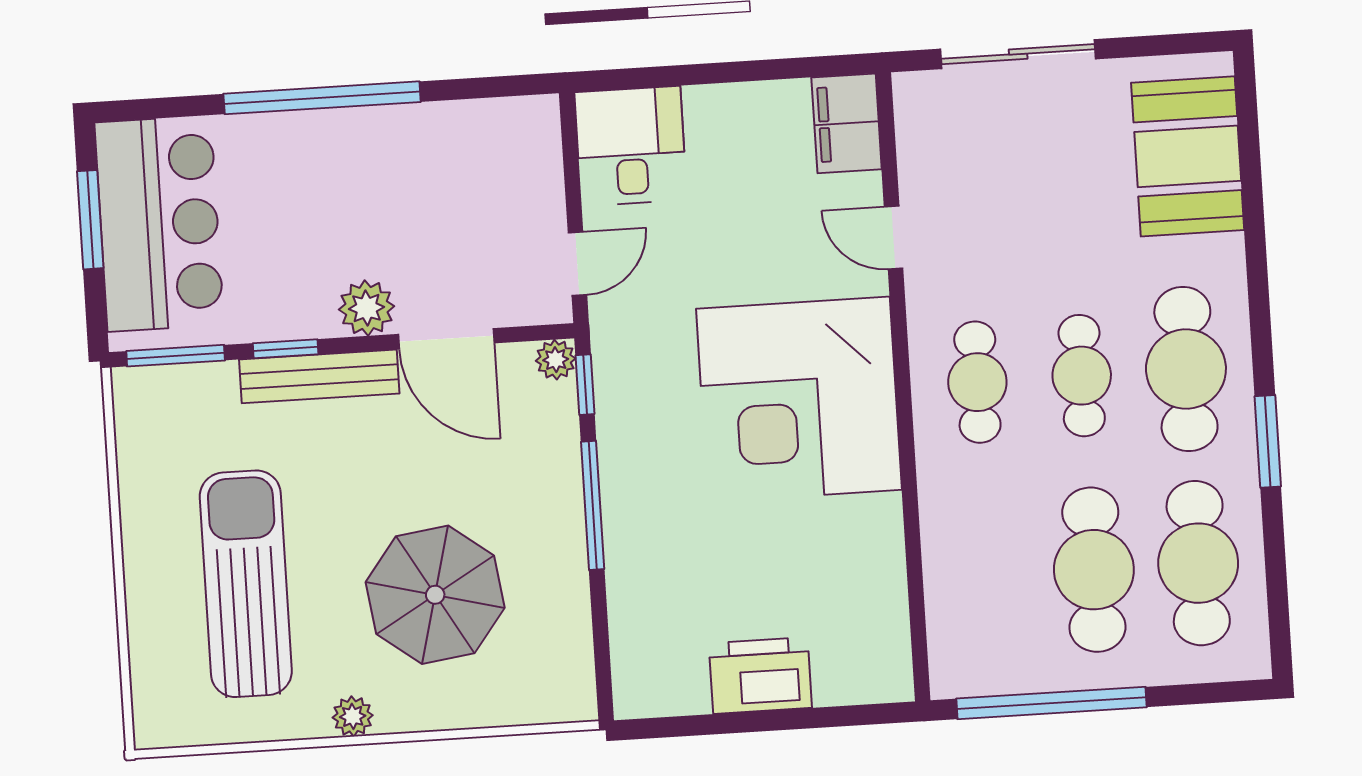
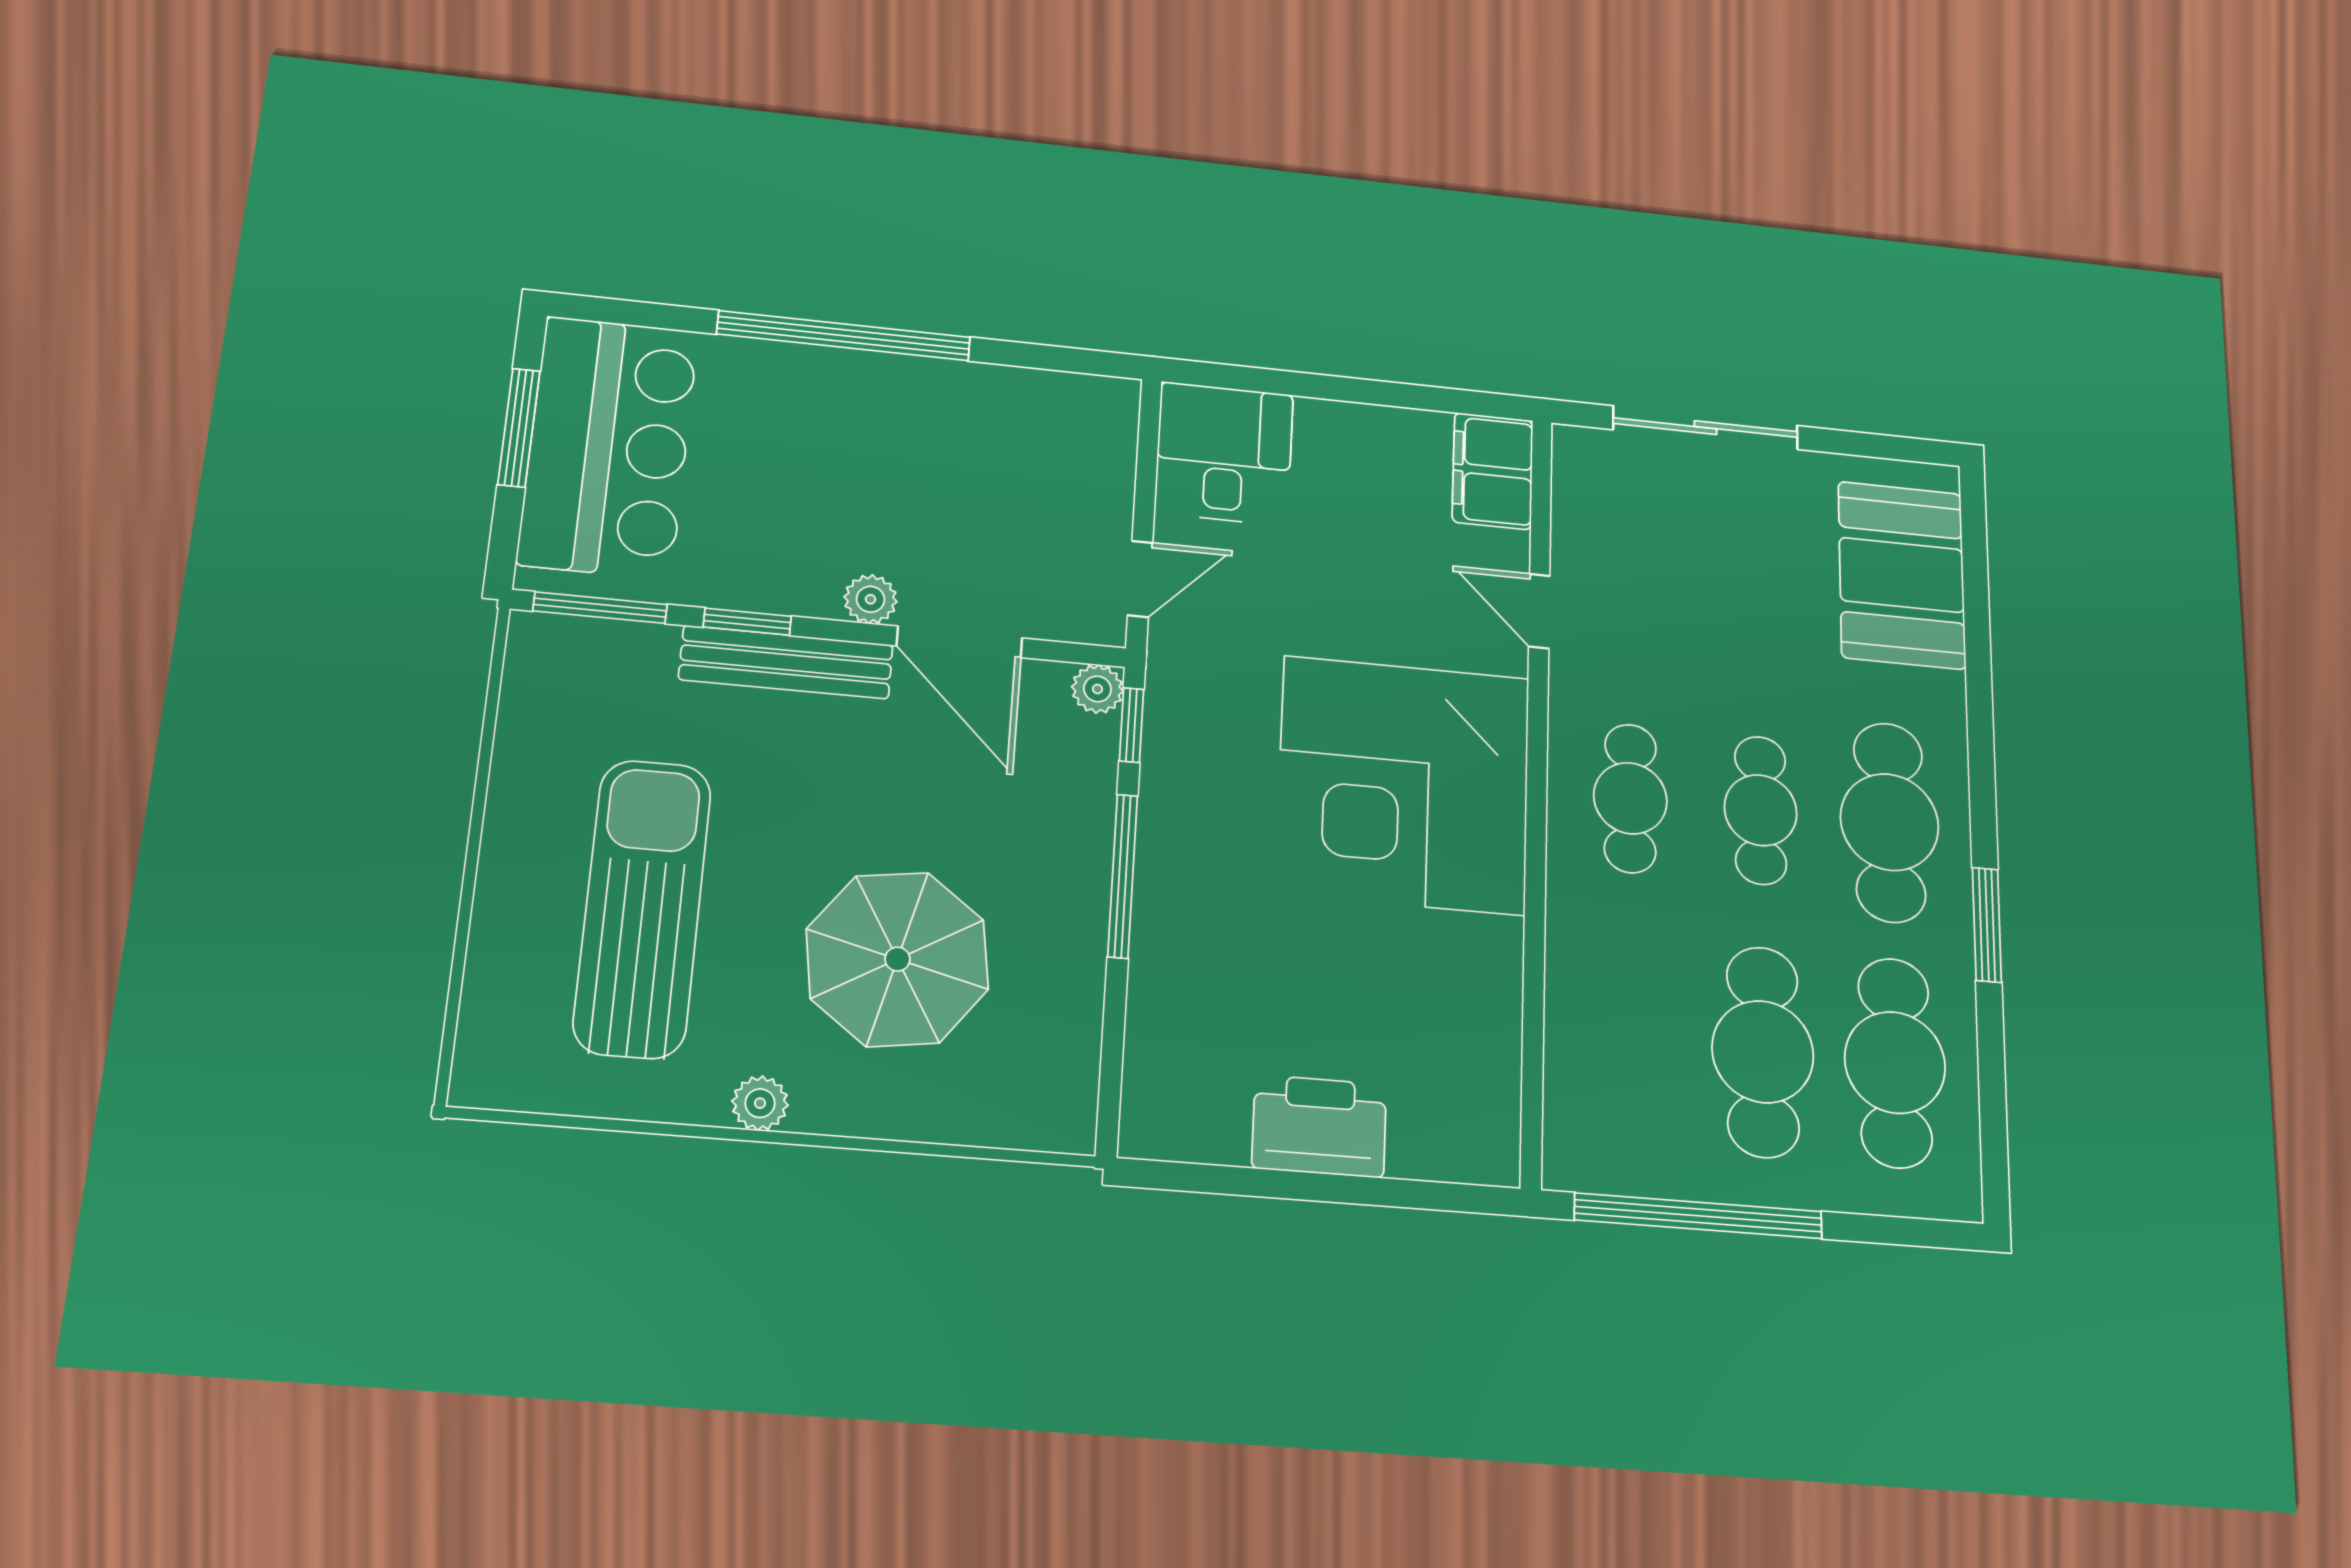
plant: (366, 308) -> (871, 599), width x0.73, depth x0.73

